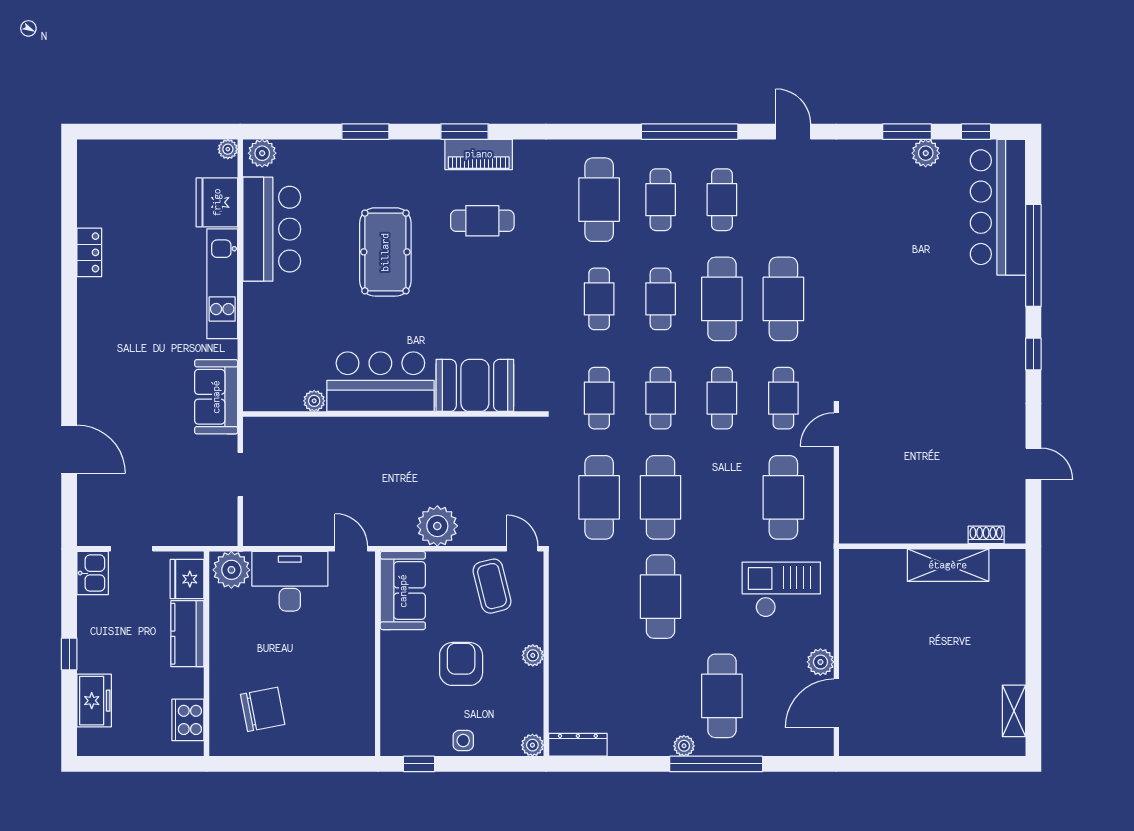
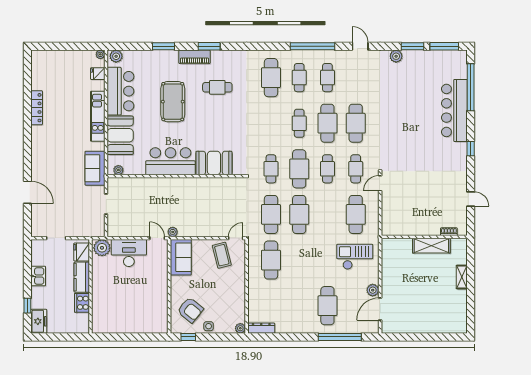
window: (976, 132) -> (444, 46), width x2.17
plant: (926, 153) -> (396, 56), moved
piano: (479, 154) -> (194, 57), moved
fridge: (217, 202) -> (98, 74), width x0.53, depth x0.75
bar counter: (998, 207) -> (454, 110), moved
locker: (89, 252) -> (37, 108), width x1.53
window: (1033, 255) -> (471, 87), moved
cafe table: (599, 299) -> (271, 123), removed
booth: (271, 325) -> (120, 135), added
cafe table: (661, 398) -> (299, 169), width x1.37, depth x1.35
plant: (314, 401) -> (118, 170), moved
plant: (437, 526) -> (173, 232), moved, width x0.53, depth x0.53
door: (522, 549) -> (236, 238), hinge flipped
kitchen sink: (93, 573) -> (38, 276), moved
cafe table: (661, 597) -> (271, 260), moved
window: (69, 654) -> (27, 306), moved
plant: (533, 655) -> (241, 287), removed
armchair: (461, 664) -> (190, 310), moved, turned 129
freezer: (94, 701) -> (39, 321), moved
chair: (263, 709) -> (116, 312), removed
shelving: (1014, 711) -> (462, 277), moved
cooker: (188, 720) -> (82, 303), moved
plant: (684, 746) -> (310, 329), removed
window: (716, 764) -> (340, 337), moved

